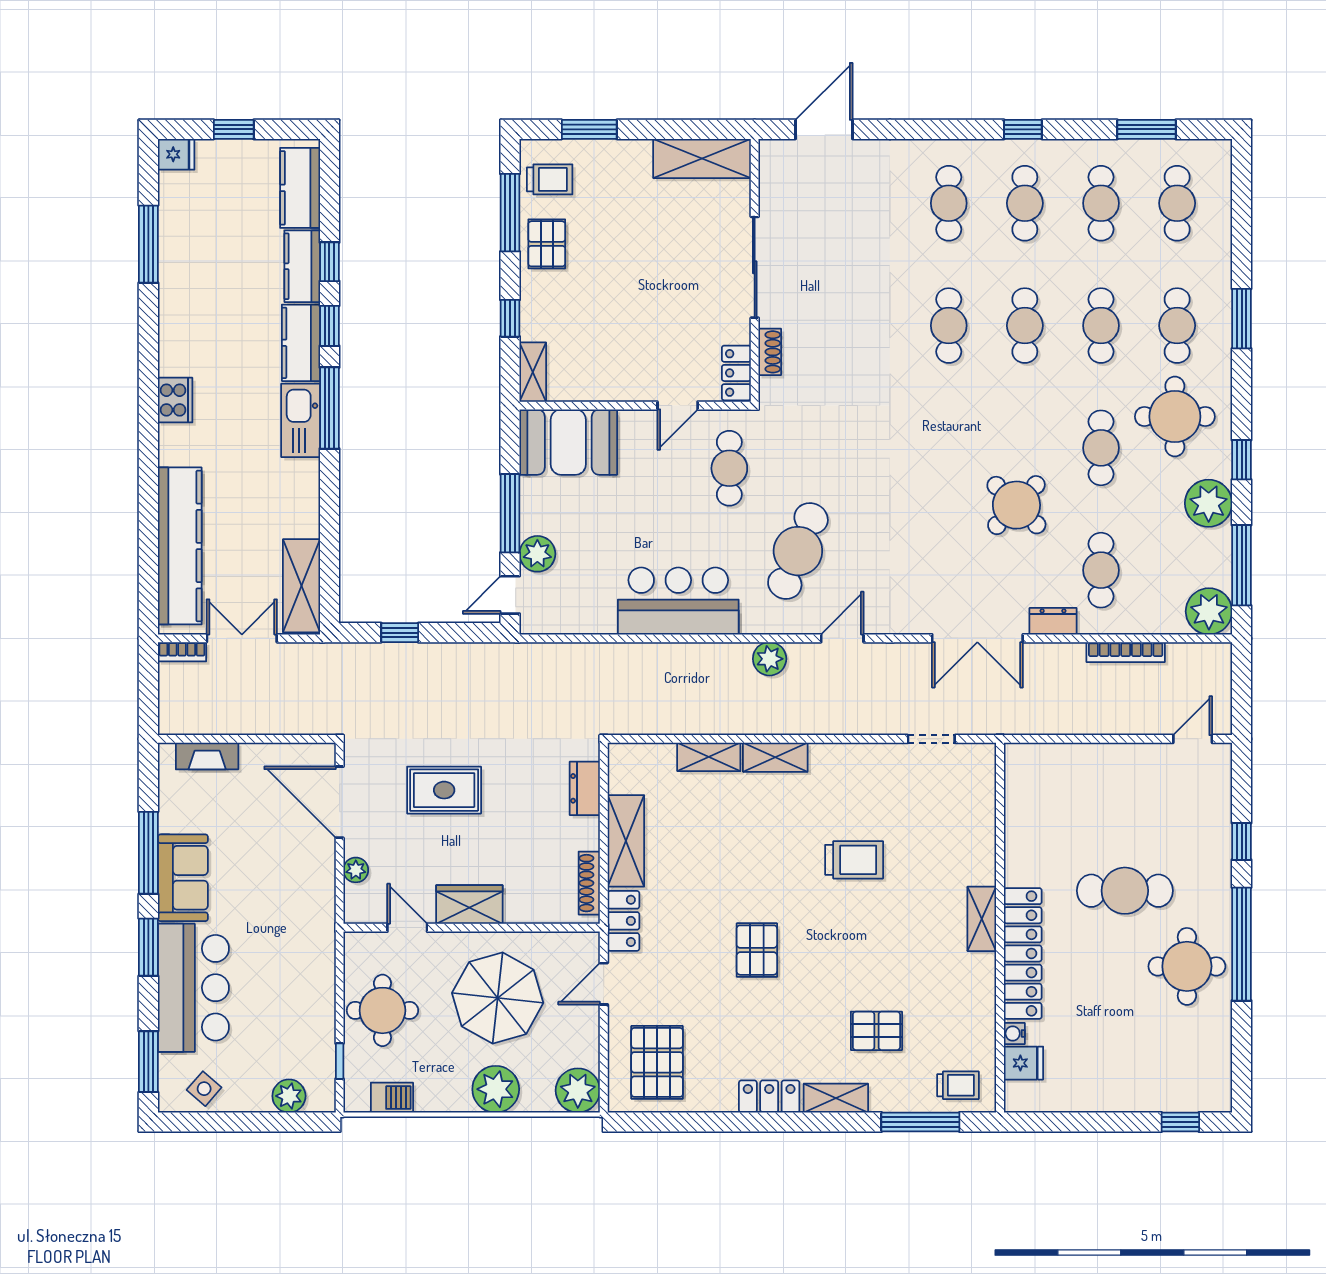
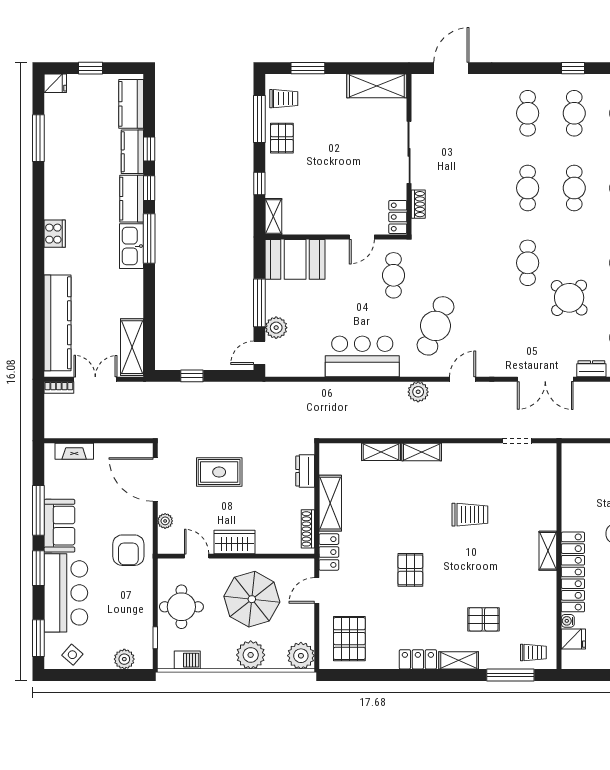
cafe table: (949, 448) -> (528, 263), added
armchair: (296, 918) -> (128, 550), added

